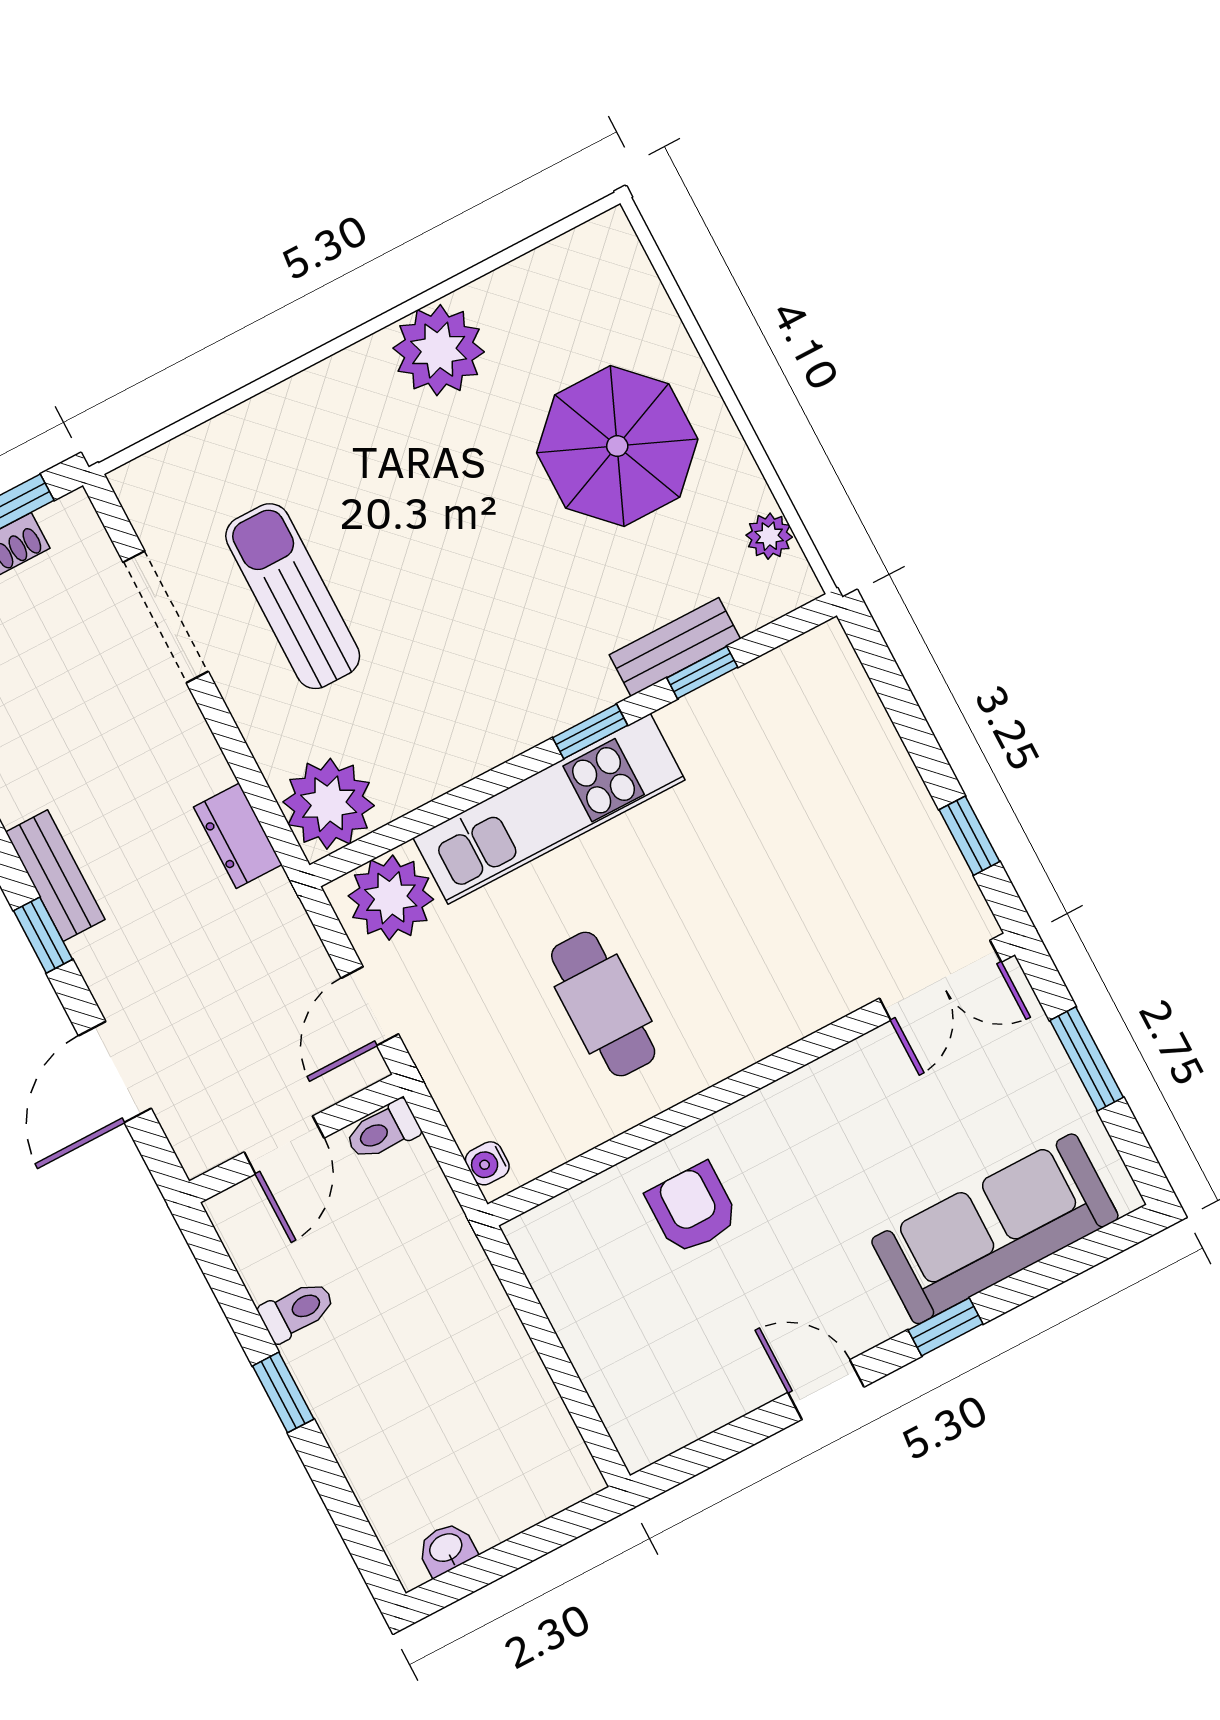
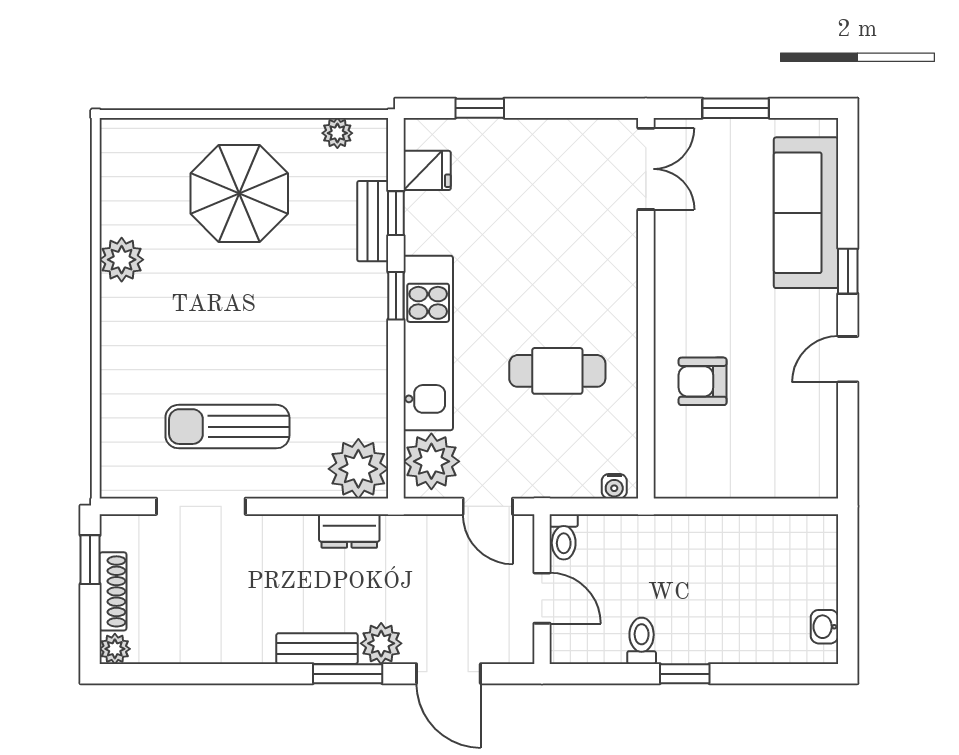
plant: (439, 350) -> (122, 260), width x0.73, depth x0.73
fridge: (782, 685) -> (427, 170), added
window: (969, 836) -> (480, 108), moved
window: (43, 935) -> (348, 674), width x1.50
plant: (108, 959) -> (381, 643), added

